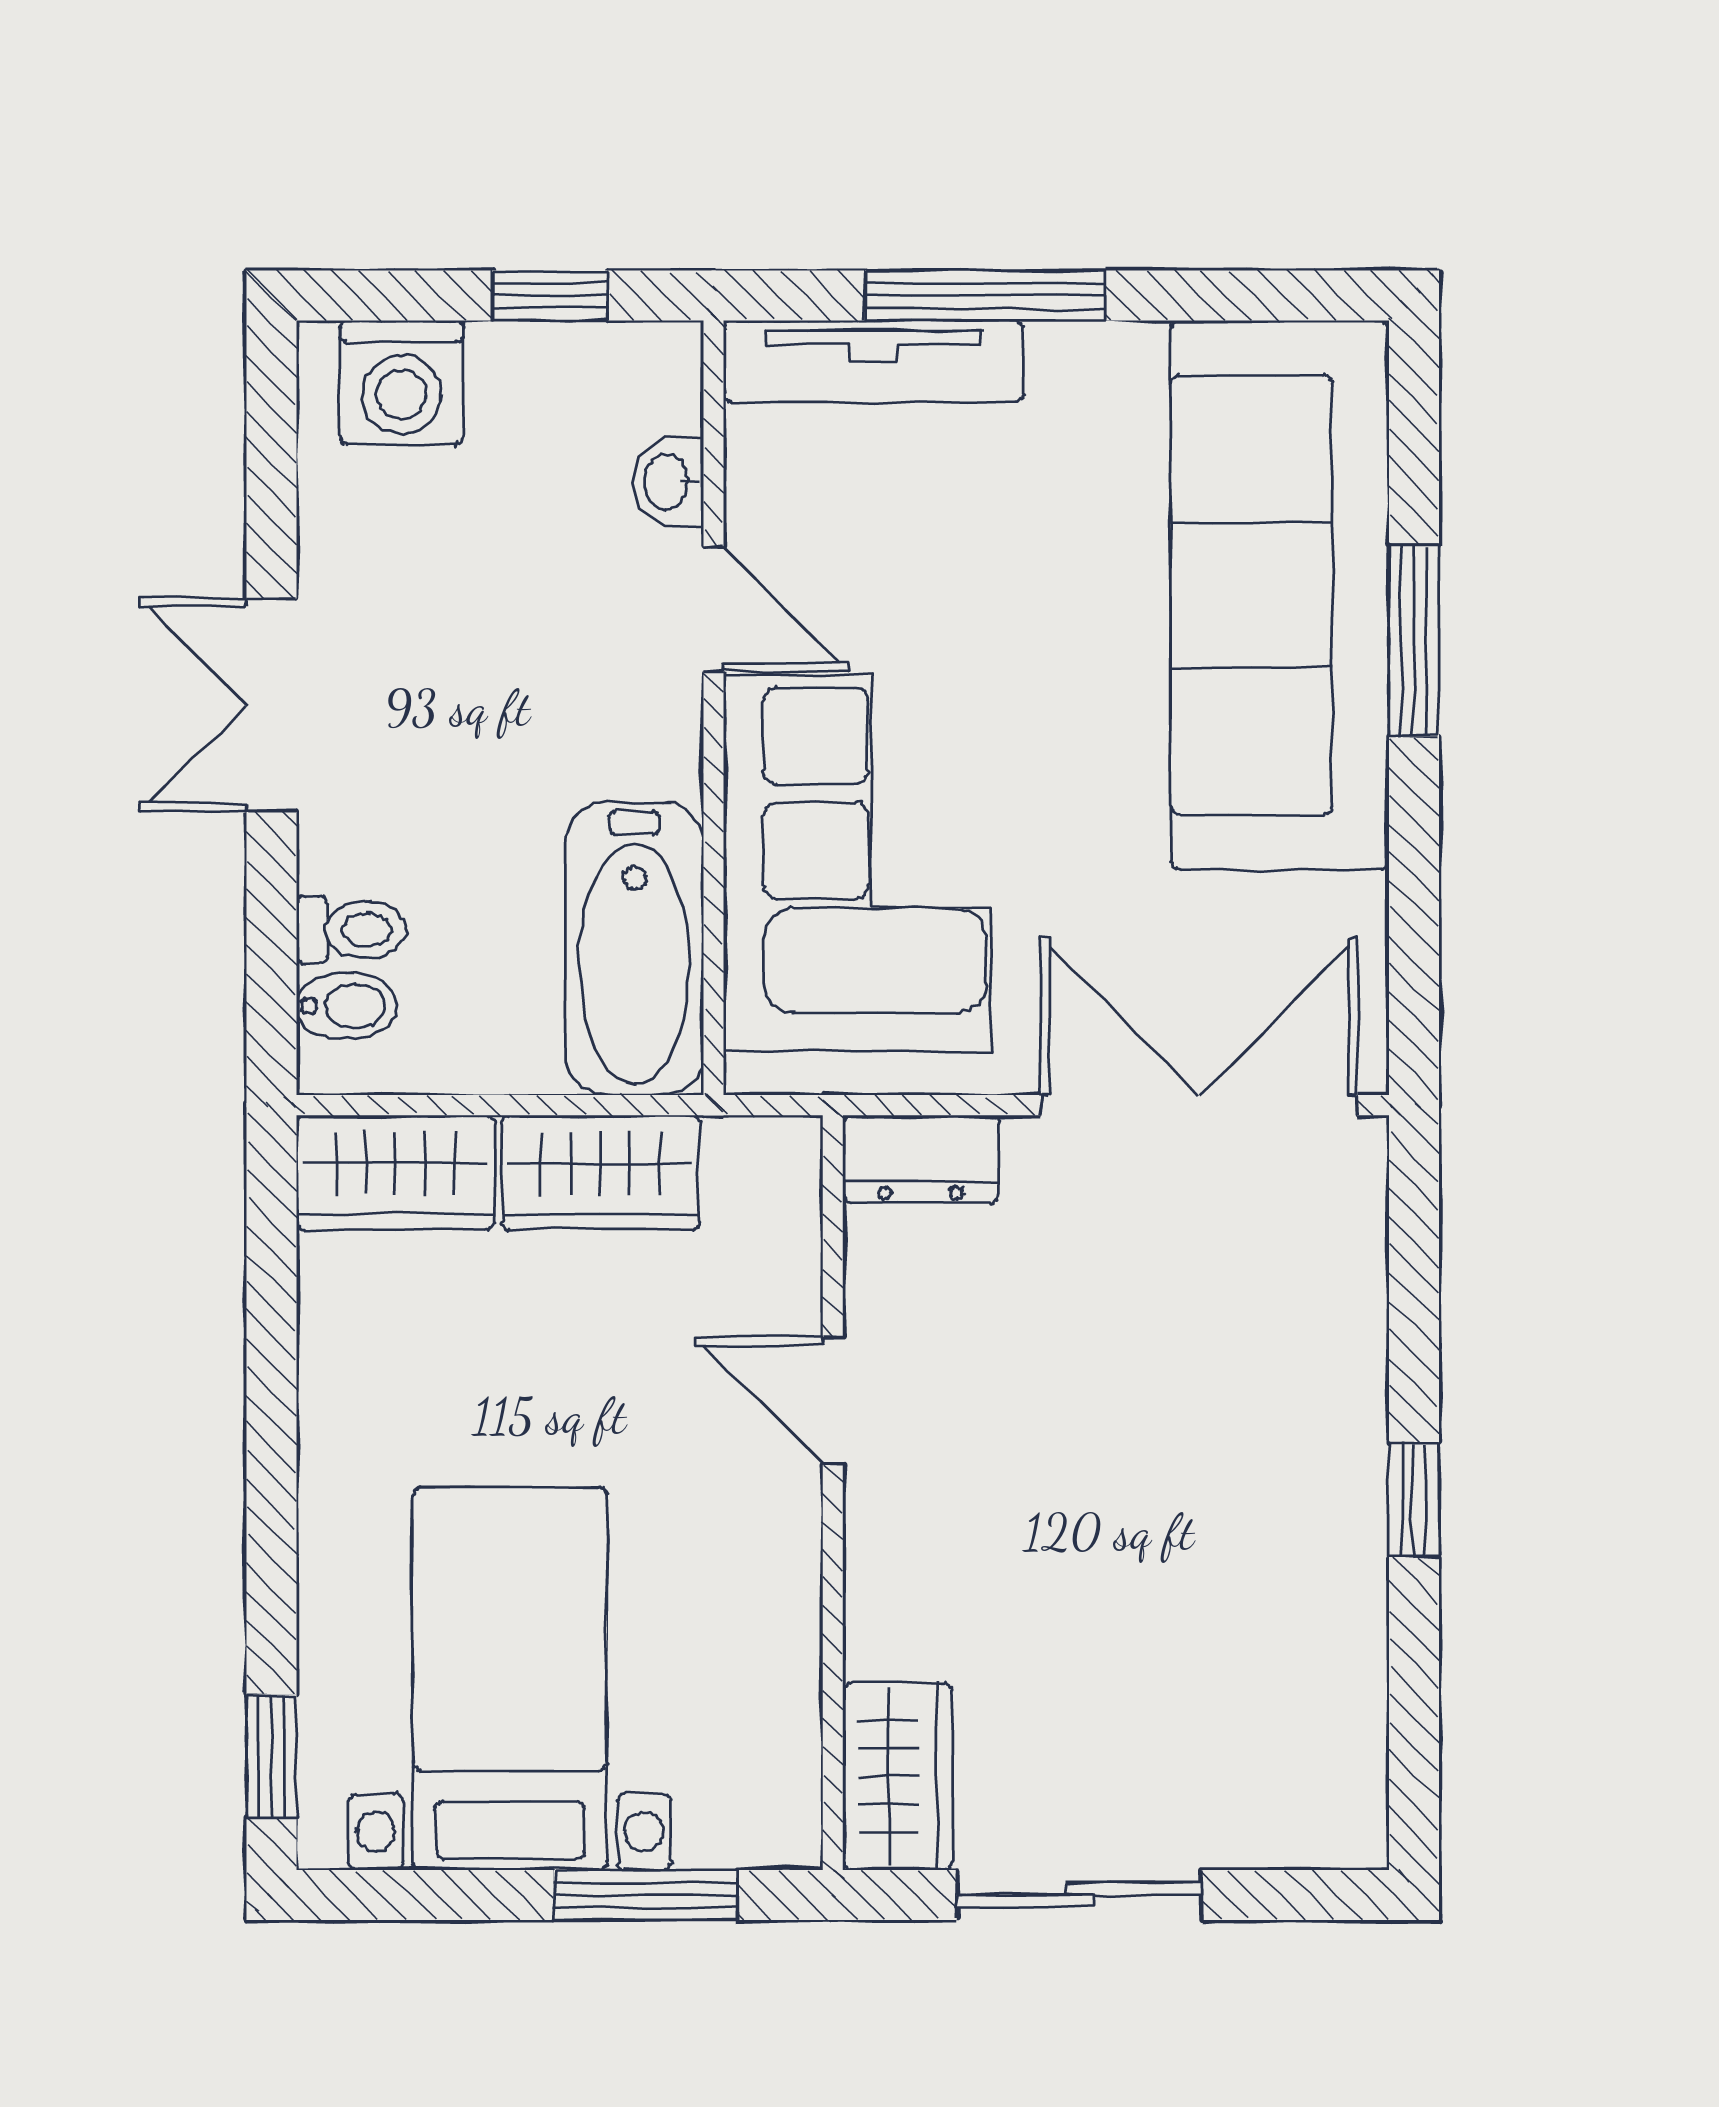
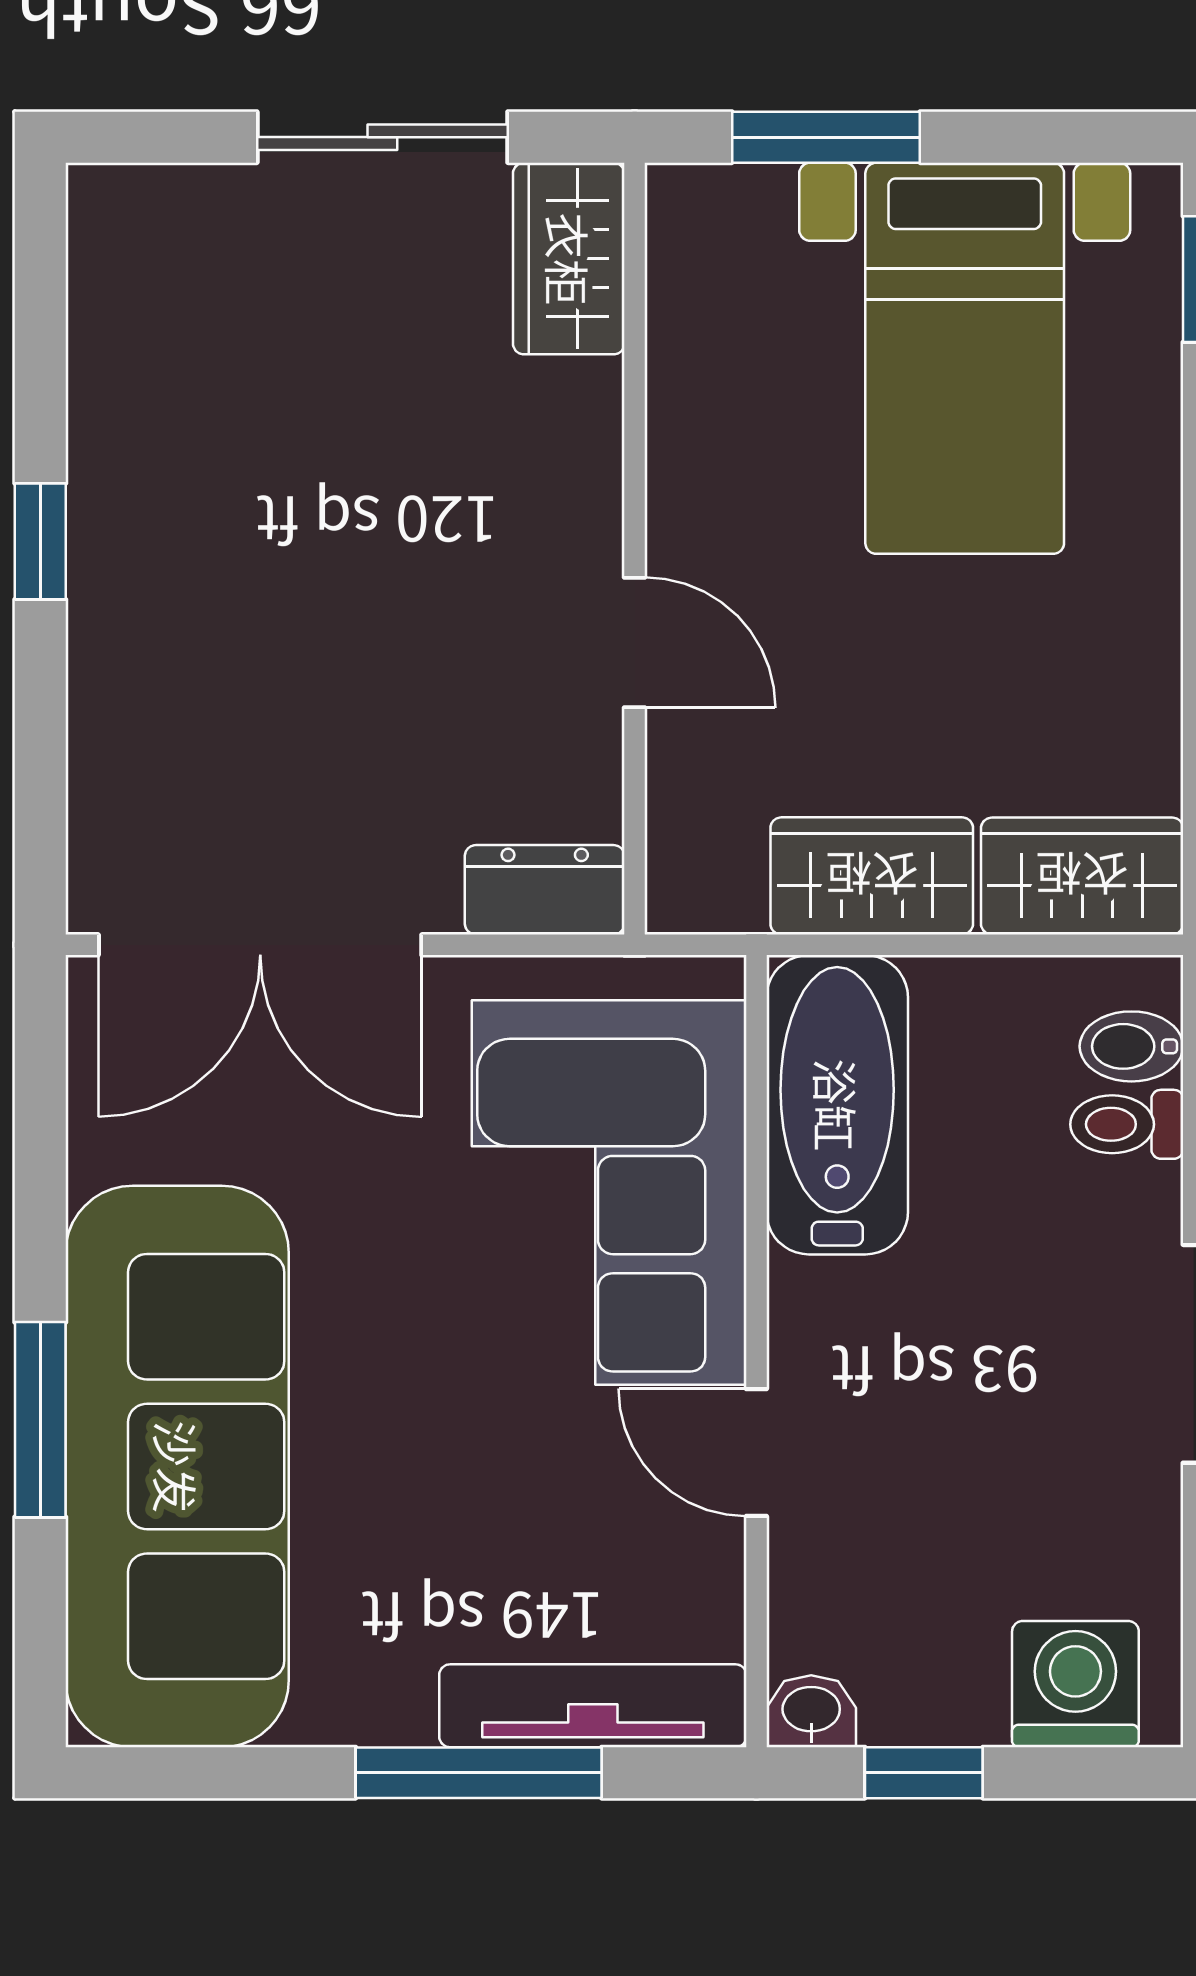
washbasin: (668, 482) -> (811, 1711), moved, turned -90

